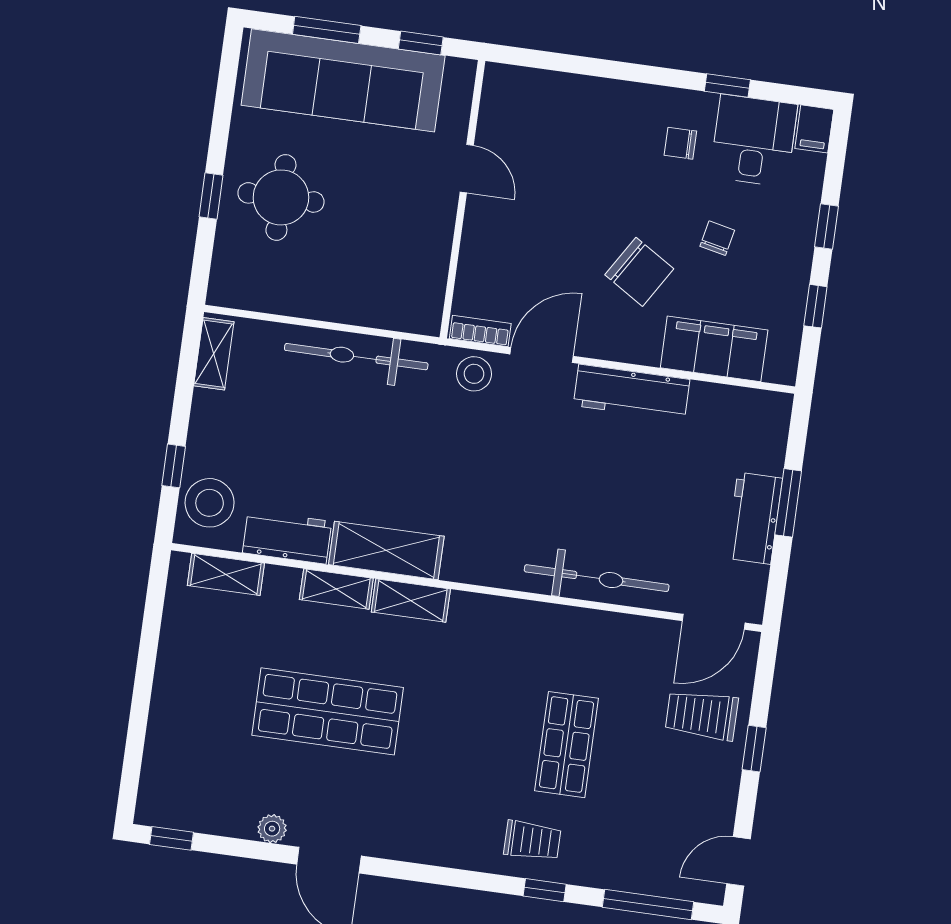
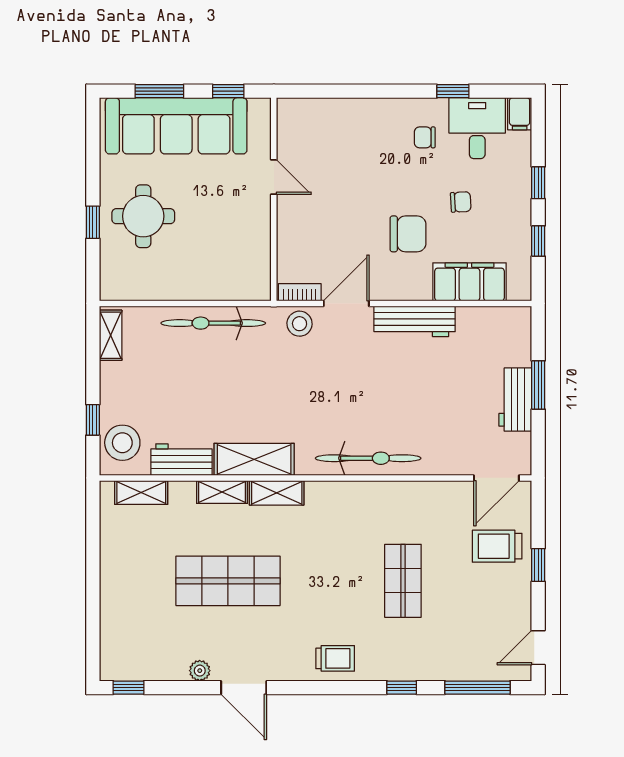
chair: (717, 238) -> (461, 202), turned 75
chair: (639, 272) -> (408, 234), turned -32
bicycle: (597, 578) -> (368, 458), moved
trolley: (532, 841) -> (335, 658), moved

